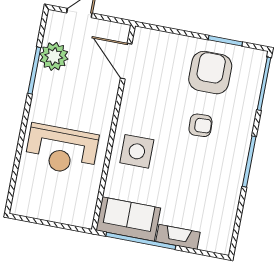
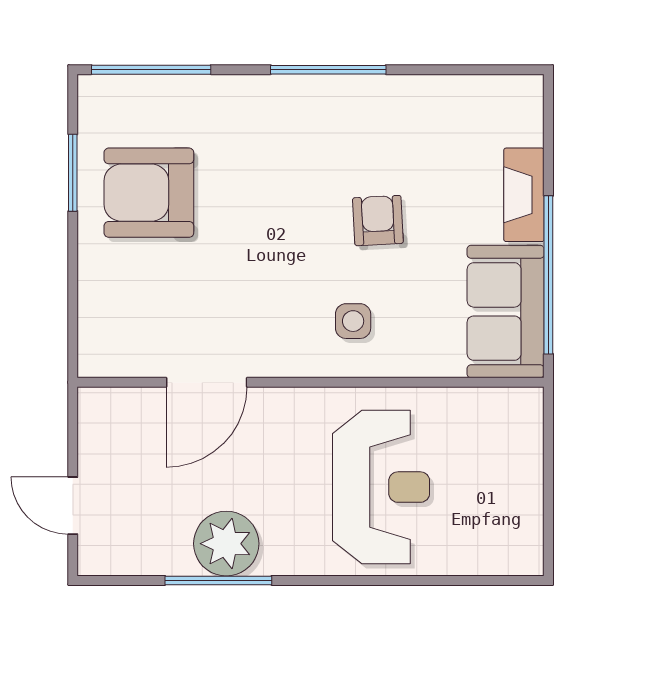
plant: (54, 56) -> (226, 544), moved
door: (126, 61) -> (207, 382), moved
armchair: (200, 125) -> (378, 221), moved
side table: (137, 151) -> (353, 321), width x0.54, depth x0.54

